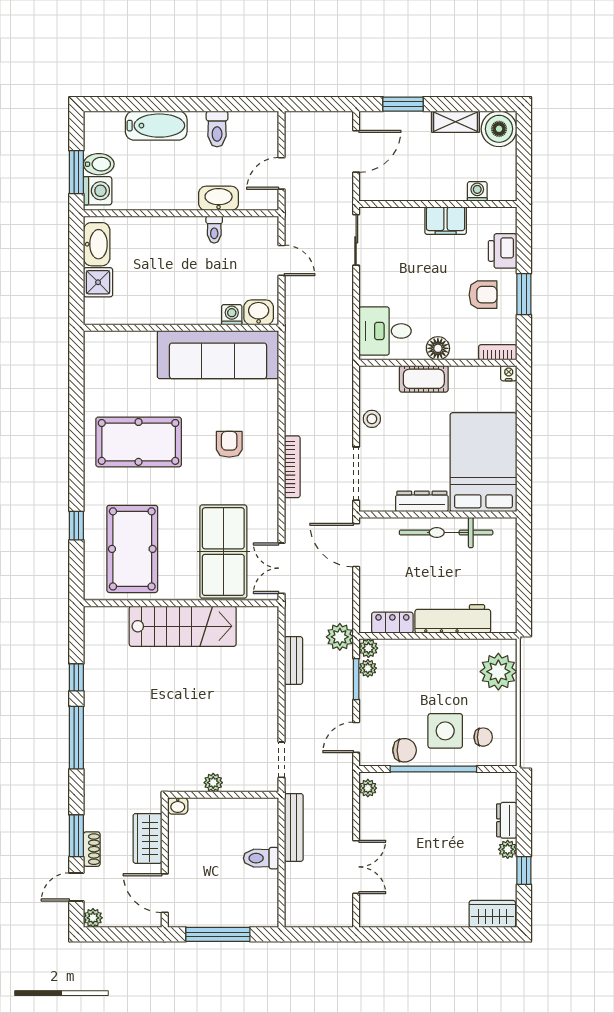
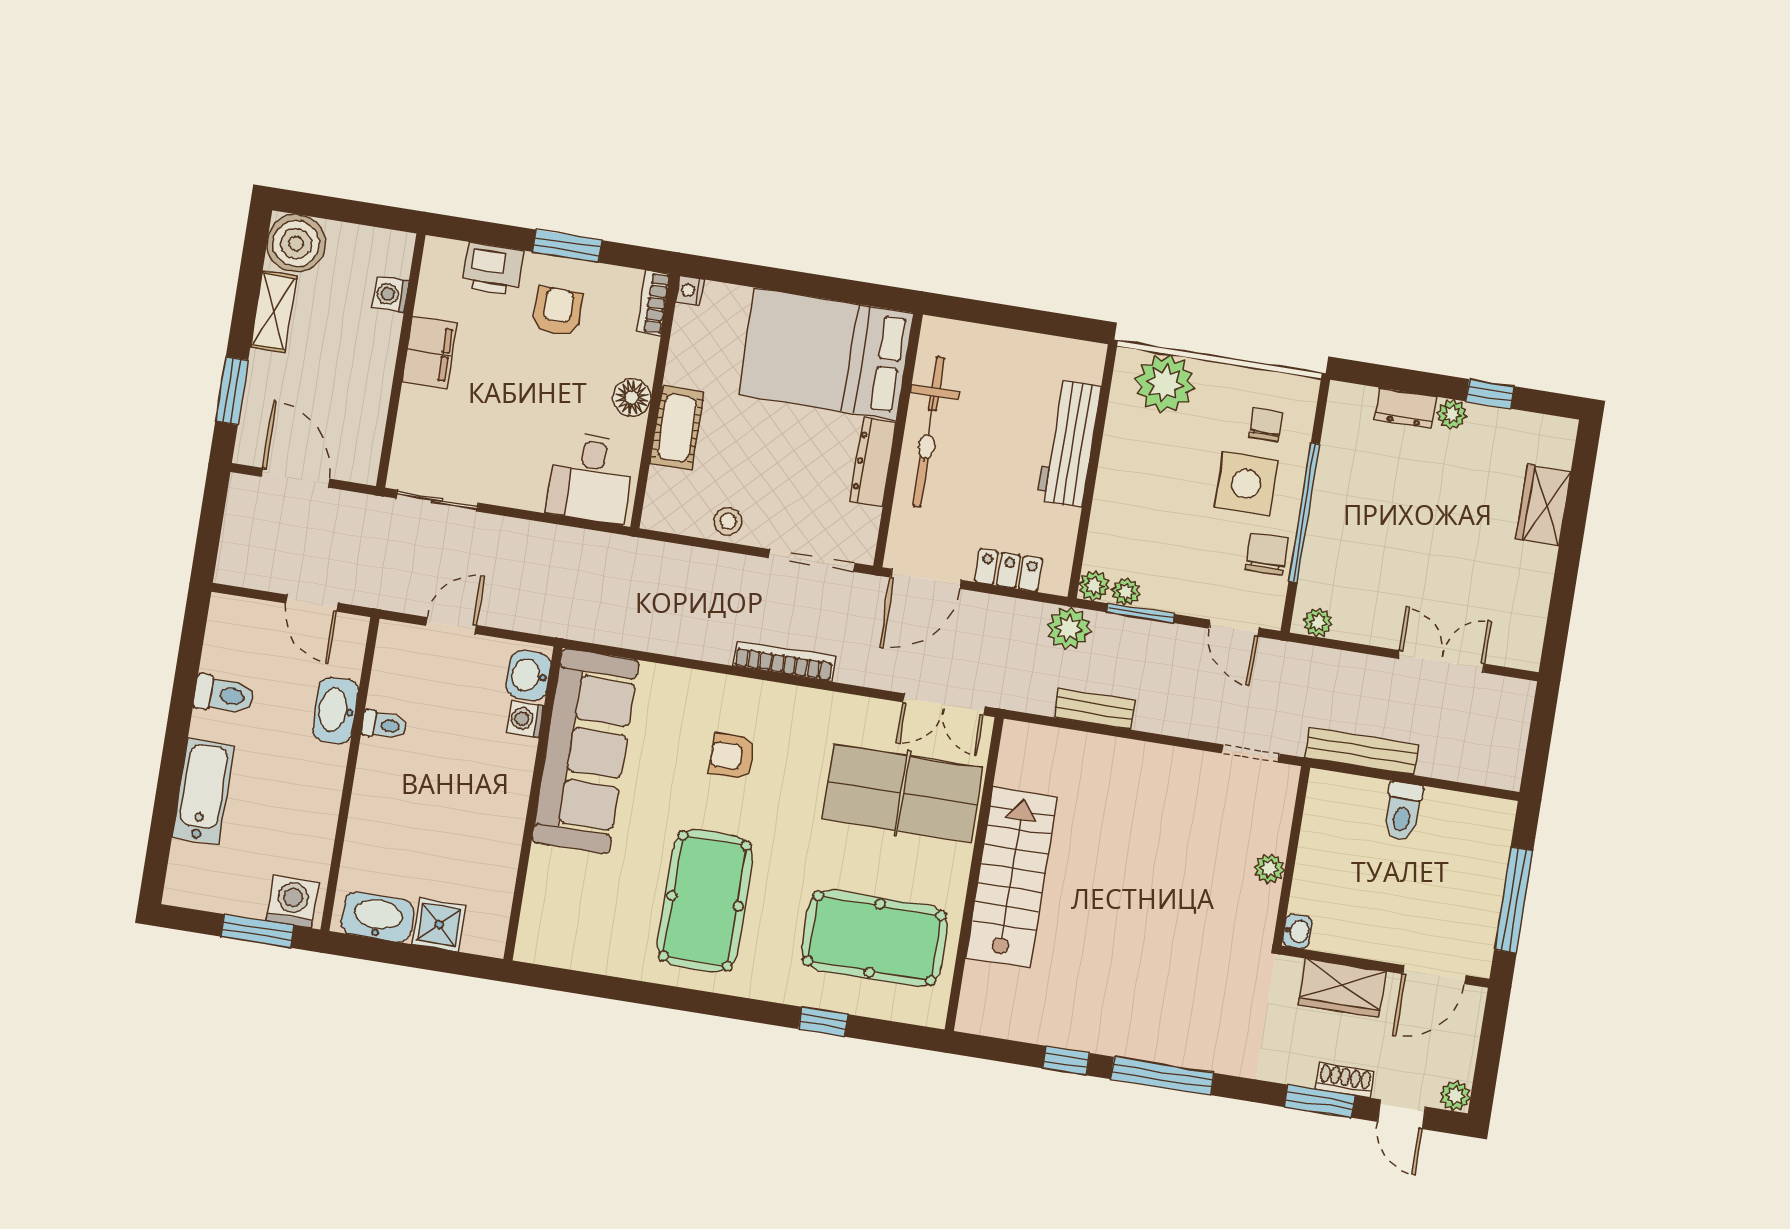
bidet: (99, 164) -> (250, 893), removed
locker: (392, 623) -> (1009, 570), moved, turned 90
wardrobe: (492, 914) -> (1543, 505), moved

